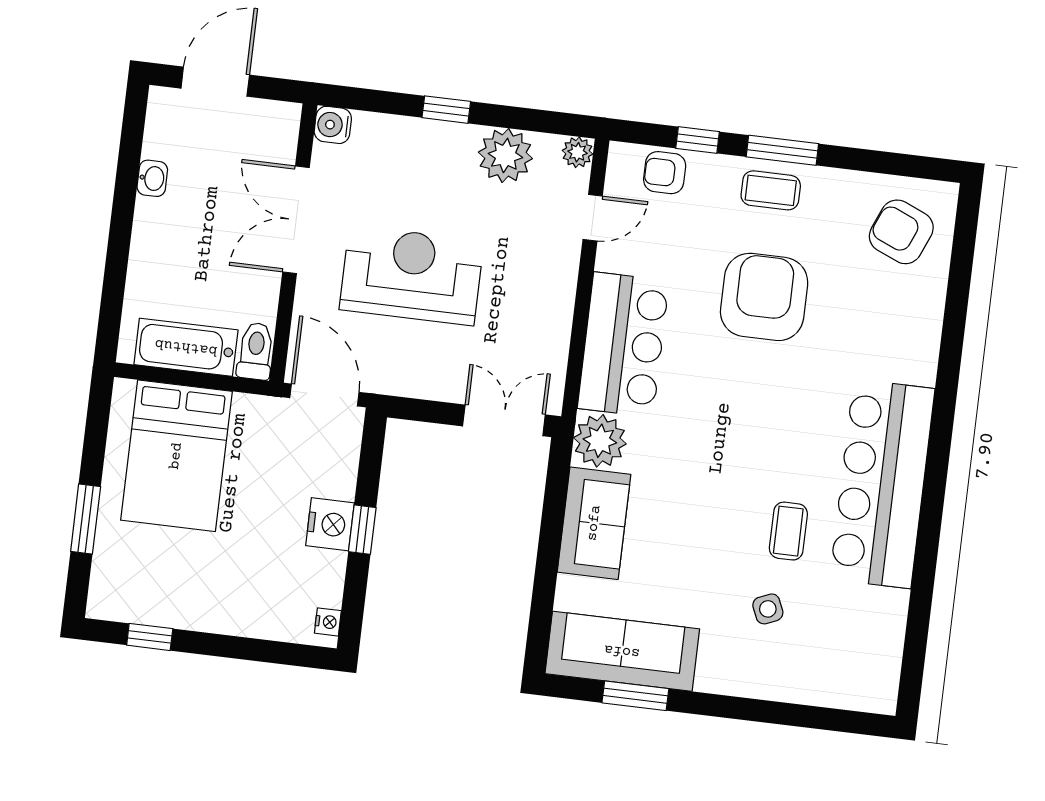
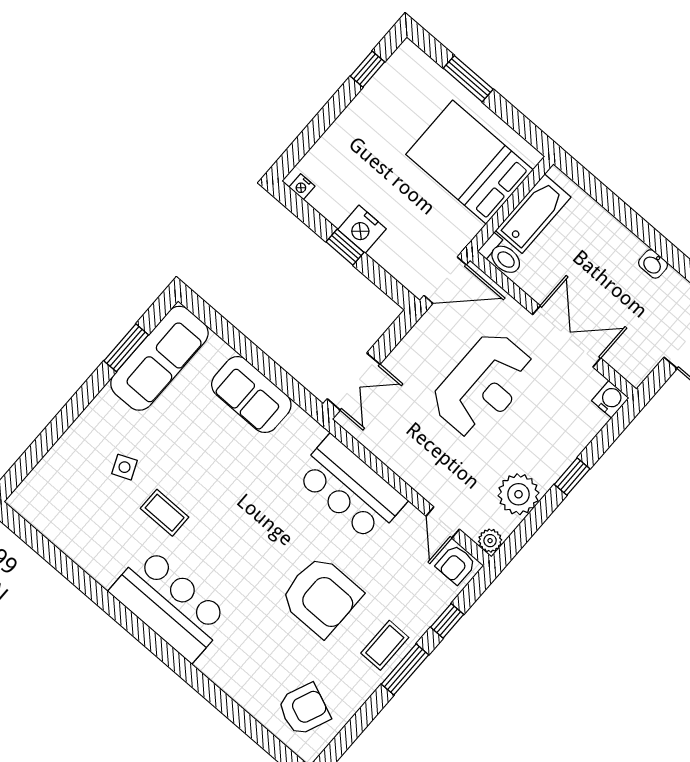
armchair: (665, 173) -> (456, 565), moved, turned 180
plant: (600, 441) -> (300, 433), removed
bar counter: (882, 484) -> (170, 605), width x0.73

